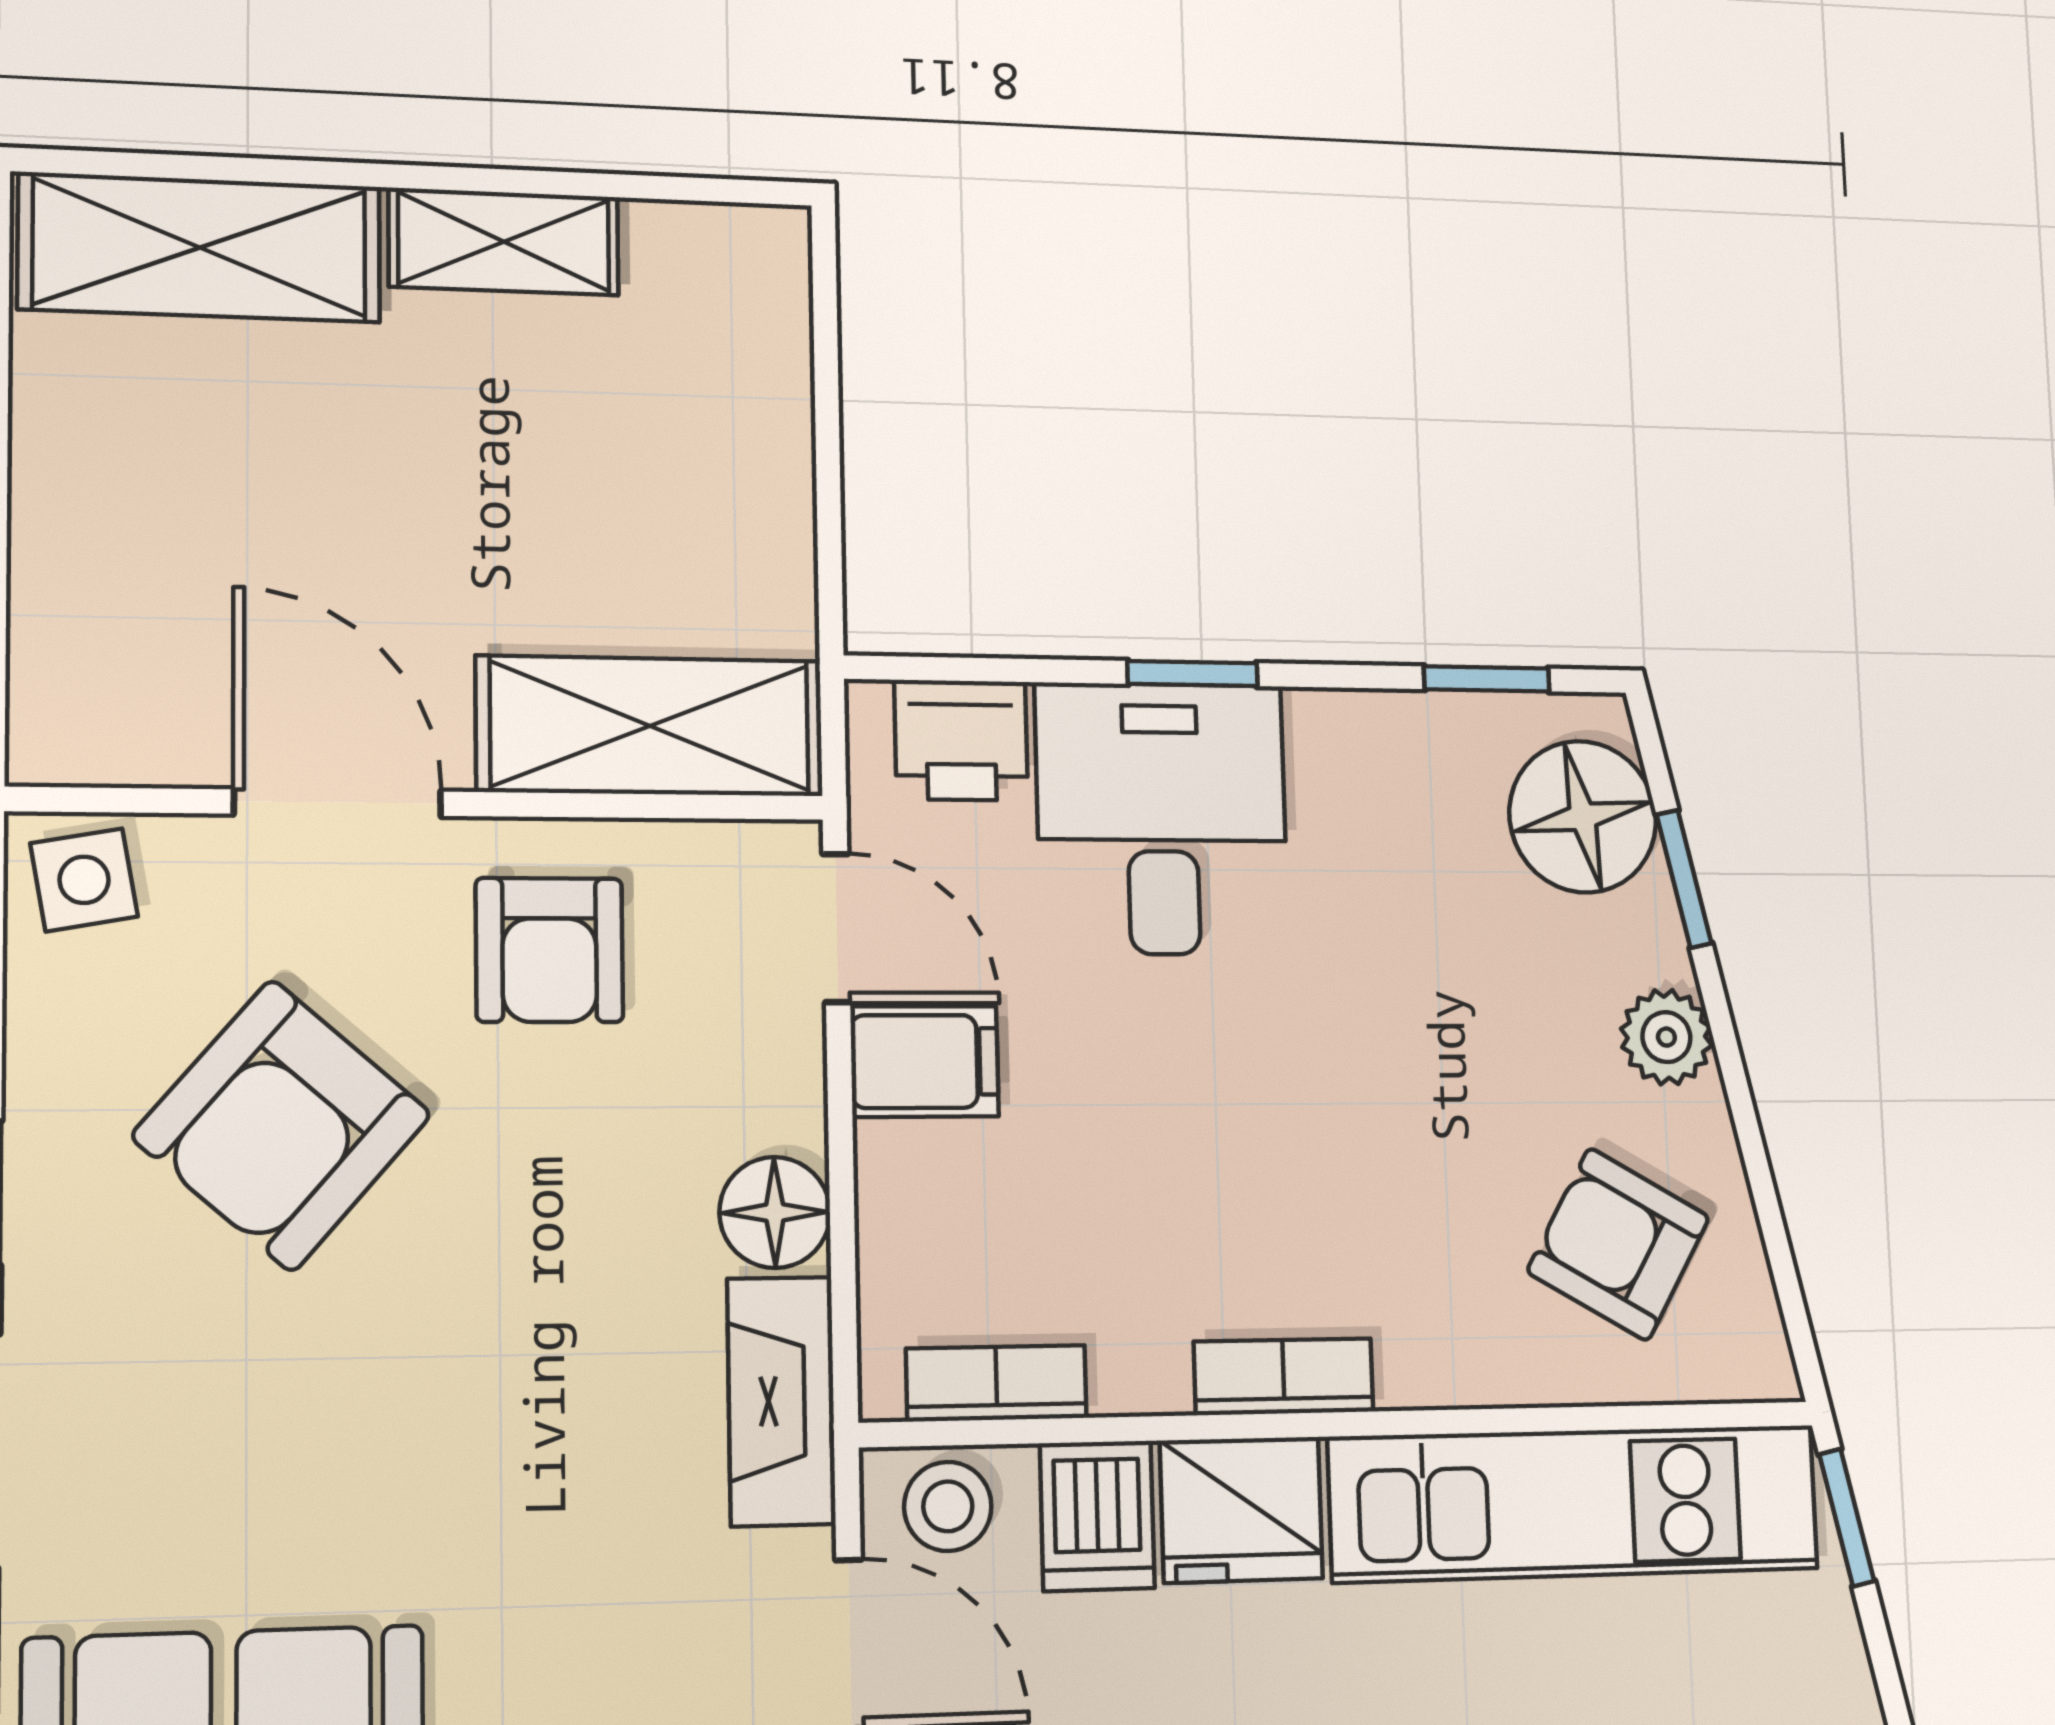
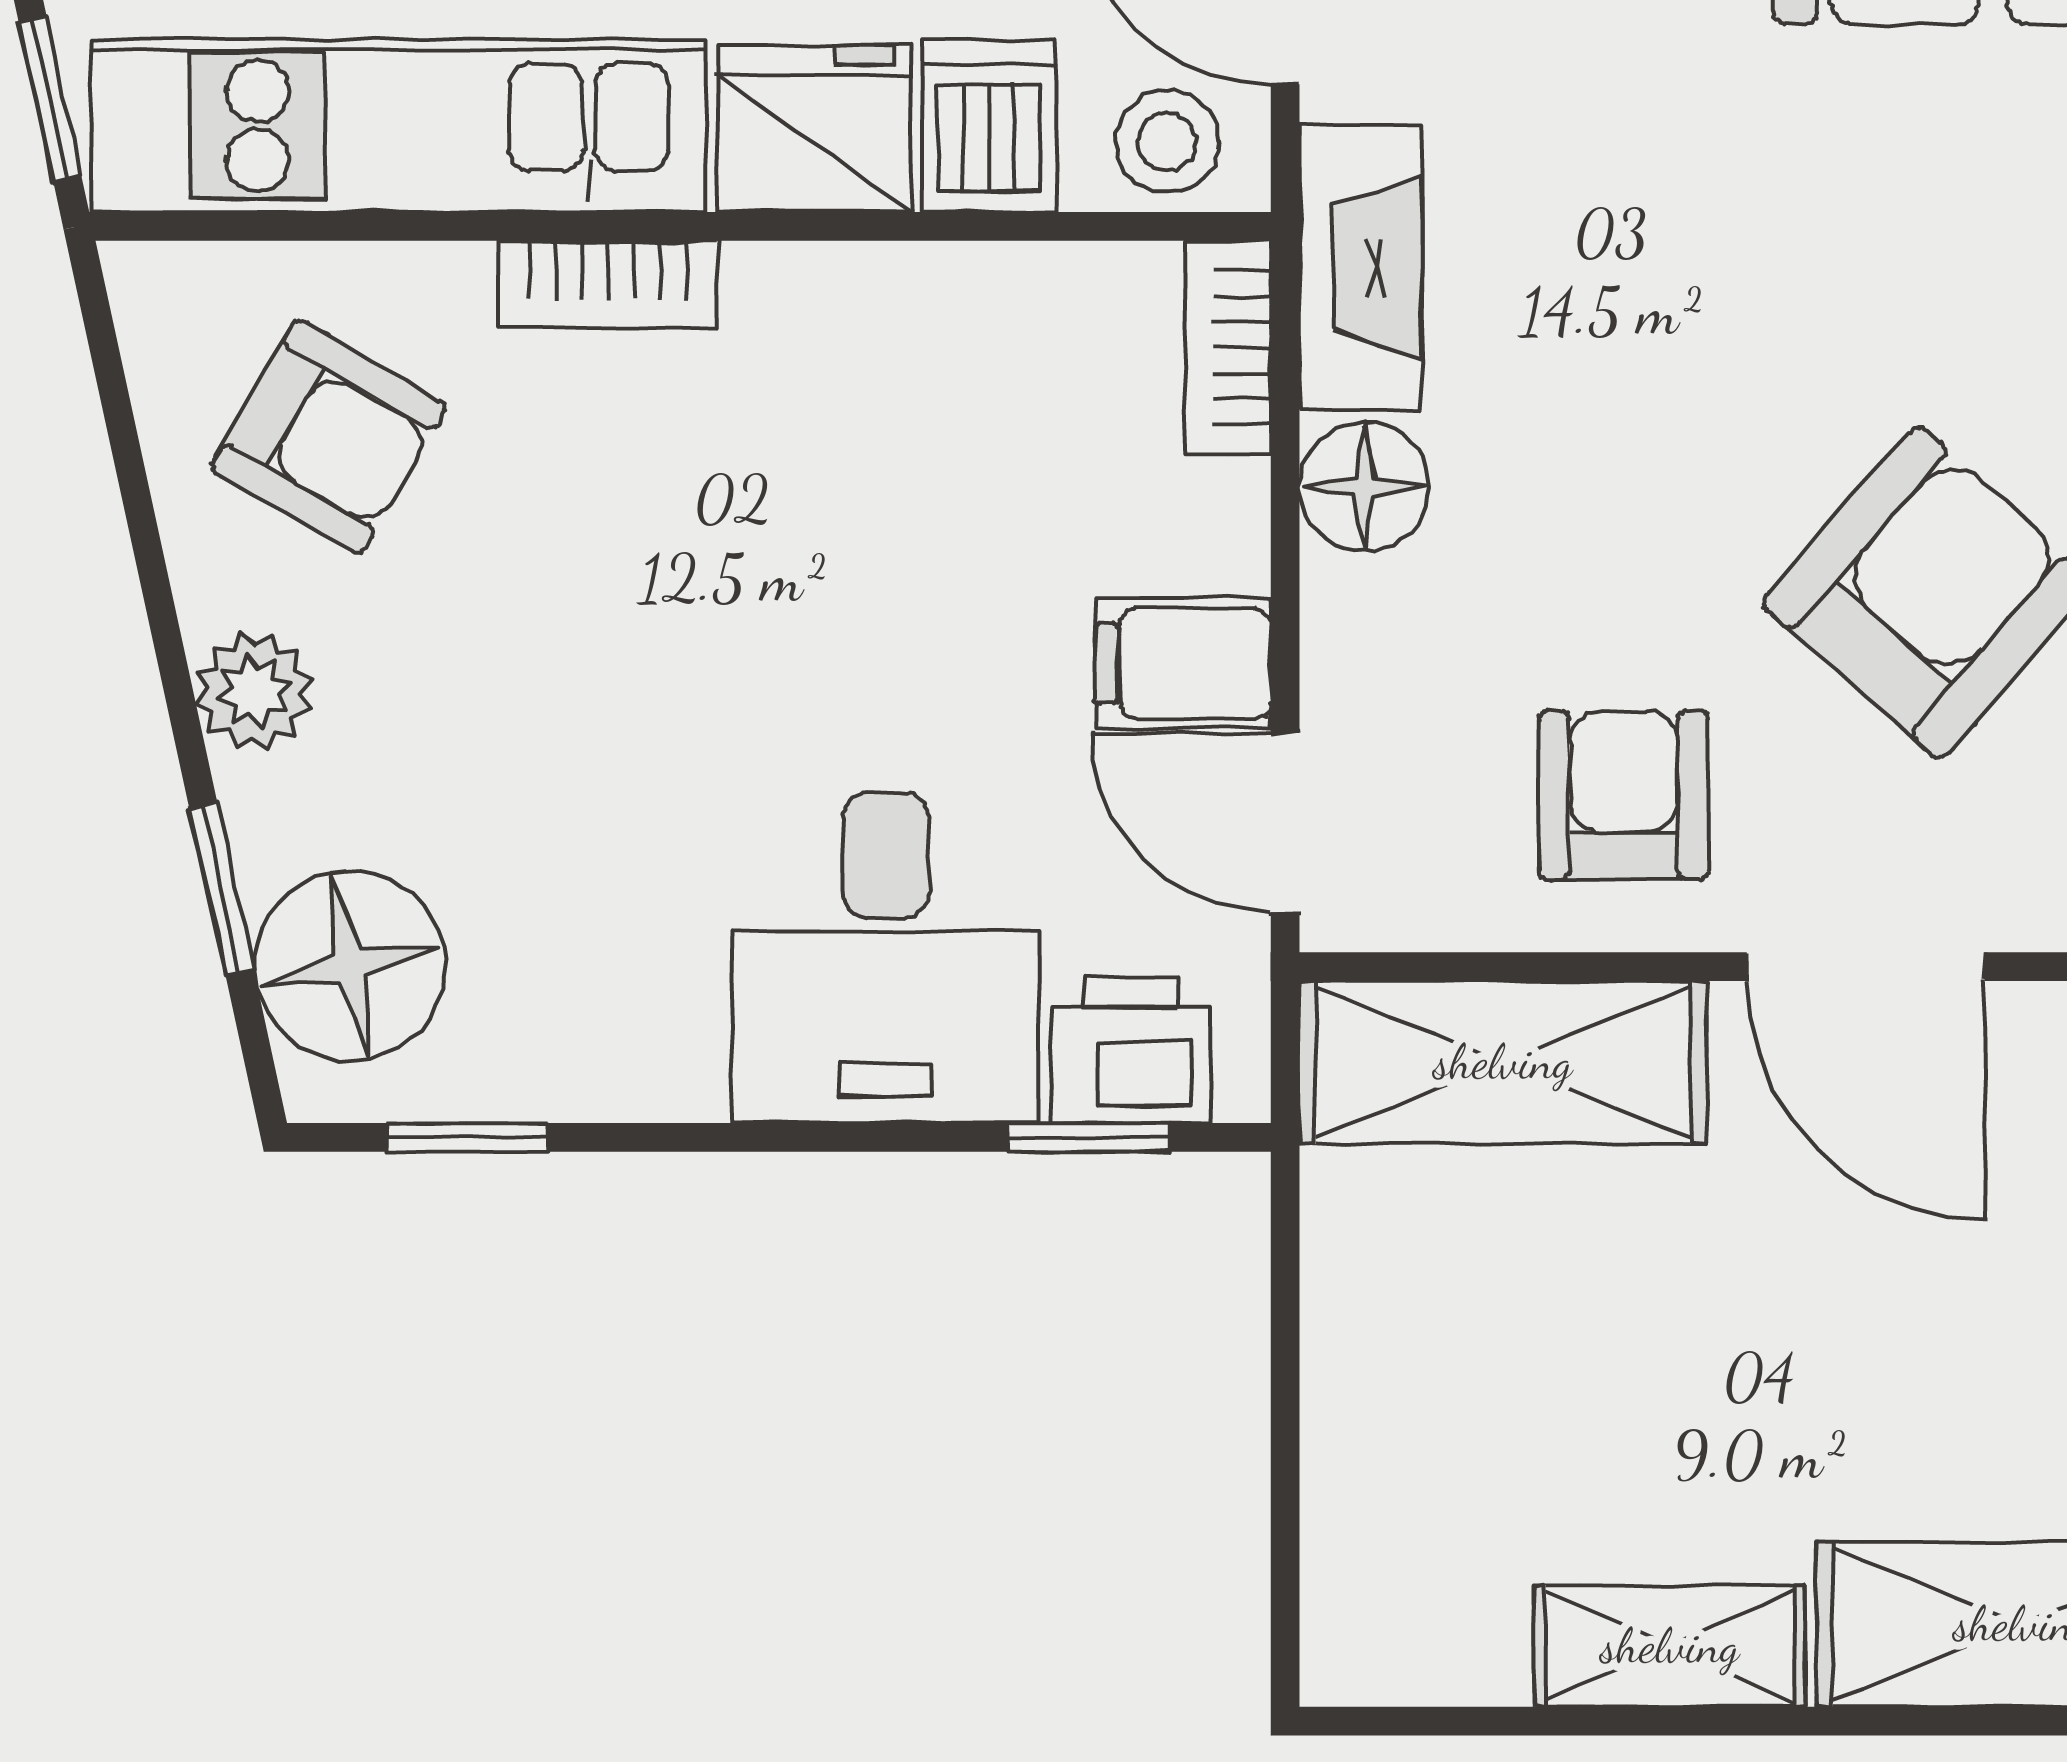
window: (1193, 673) -> (1089, 1137), moved
bookcase: (1284, 1377) -> (608, 284), moved
bookcase: (996, 1383) -> (1228, 348), moved, turned 90

